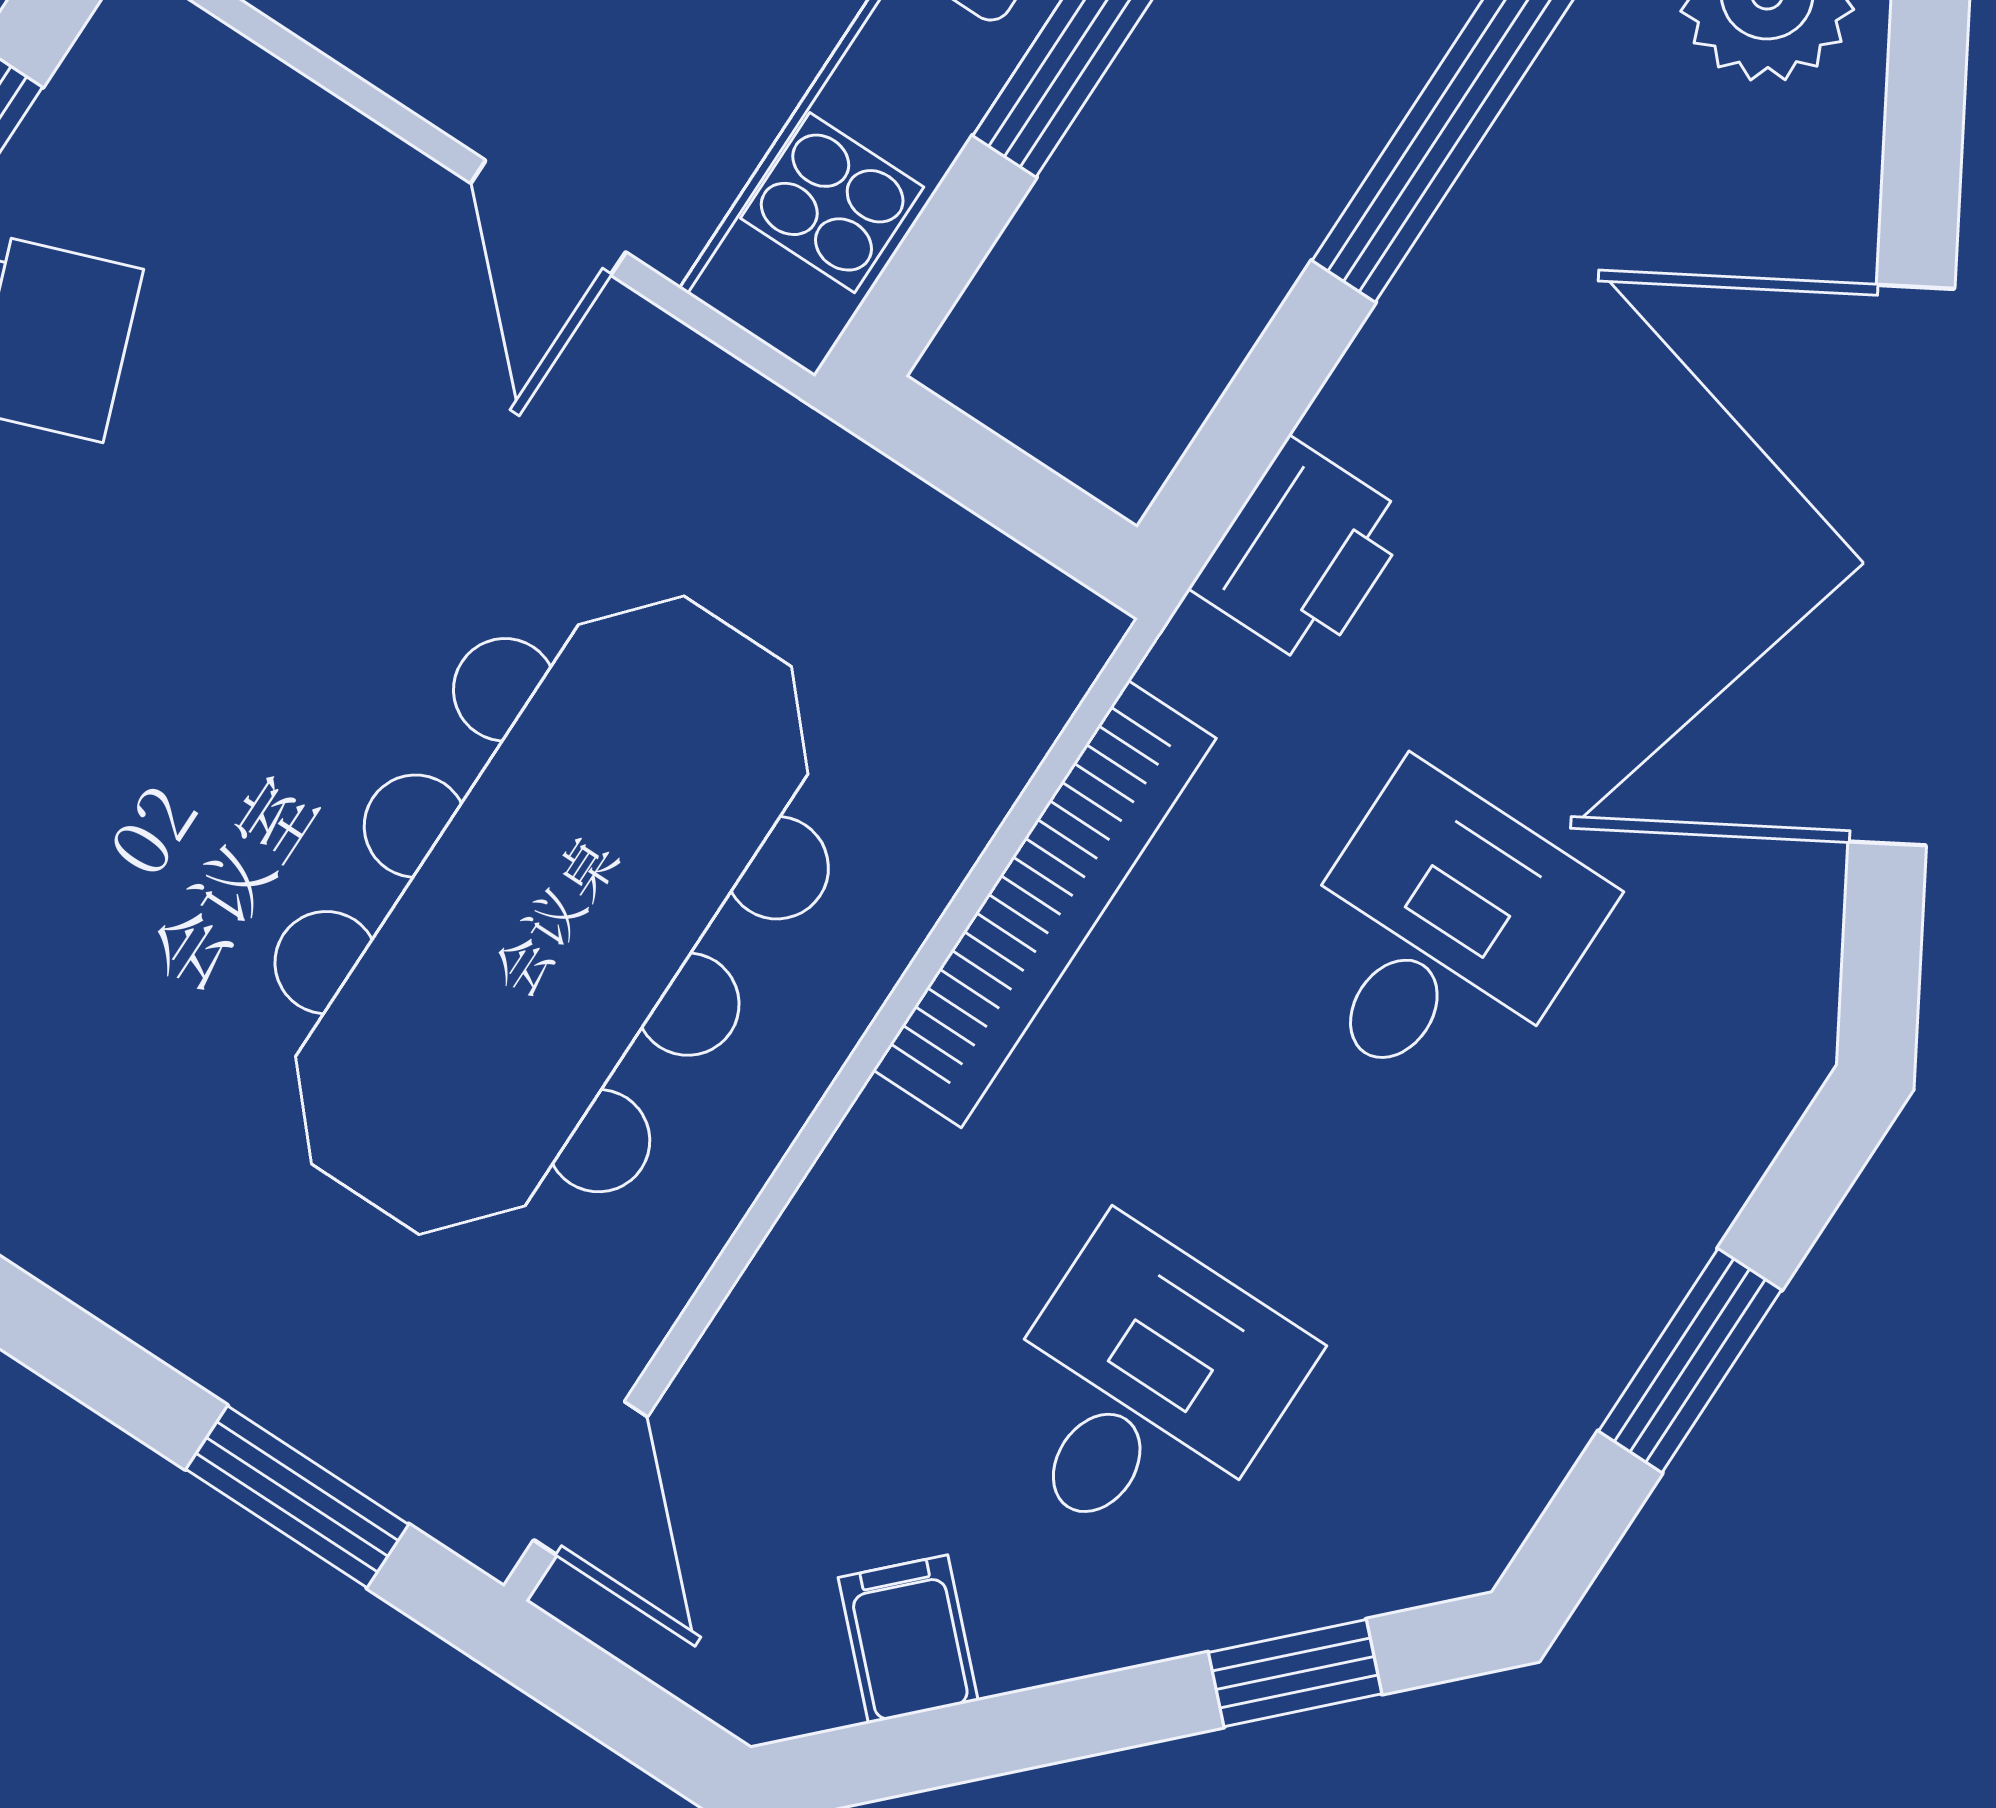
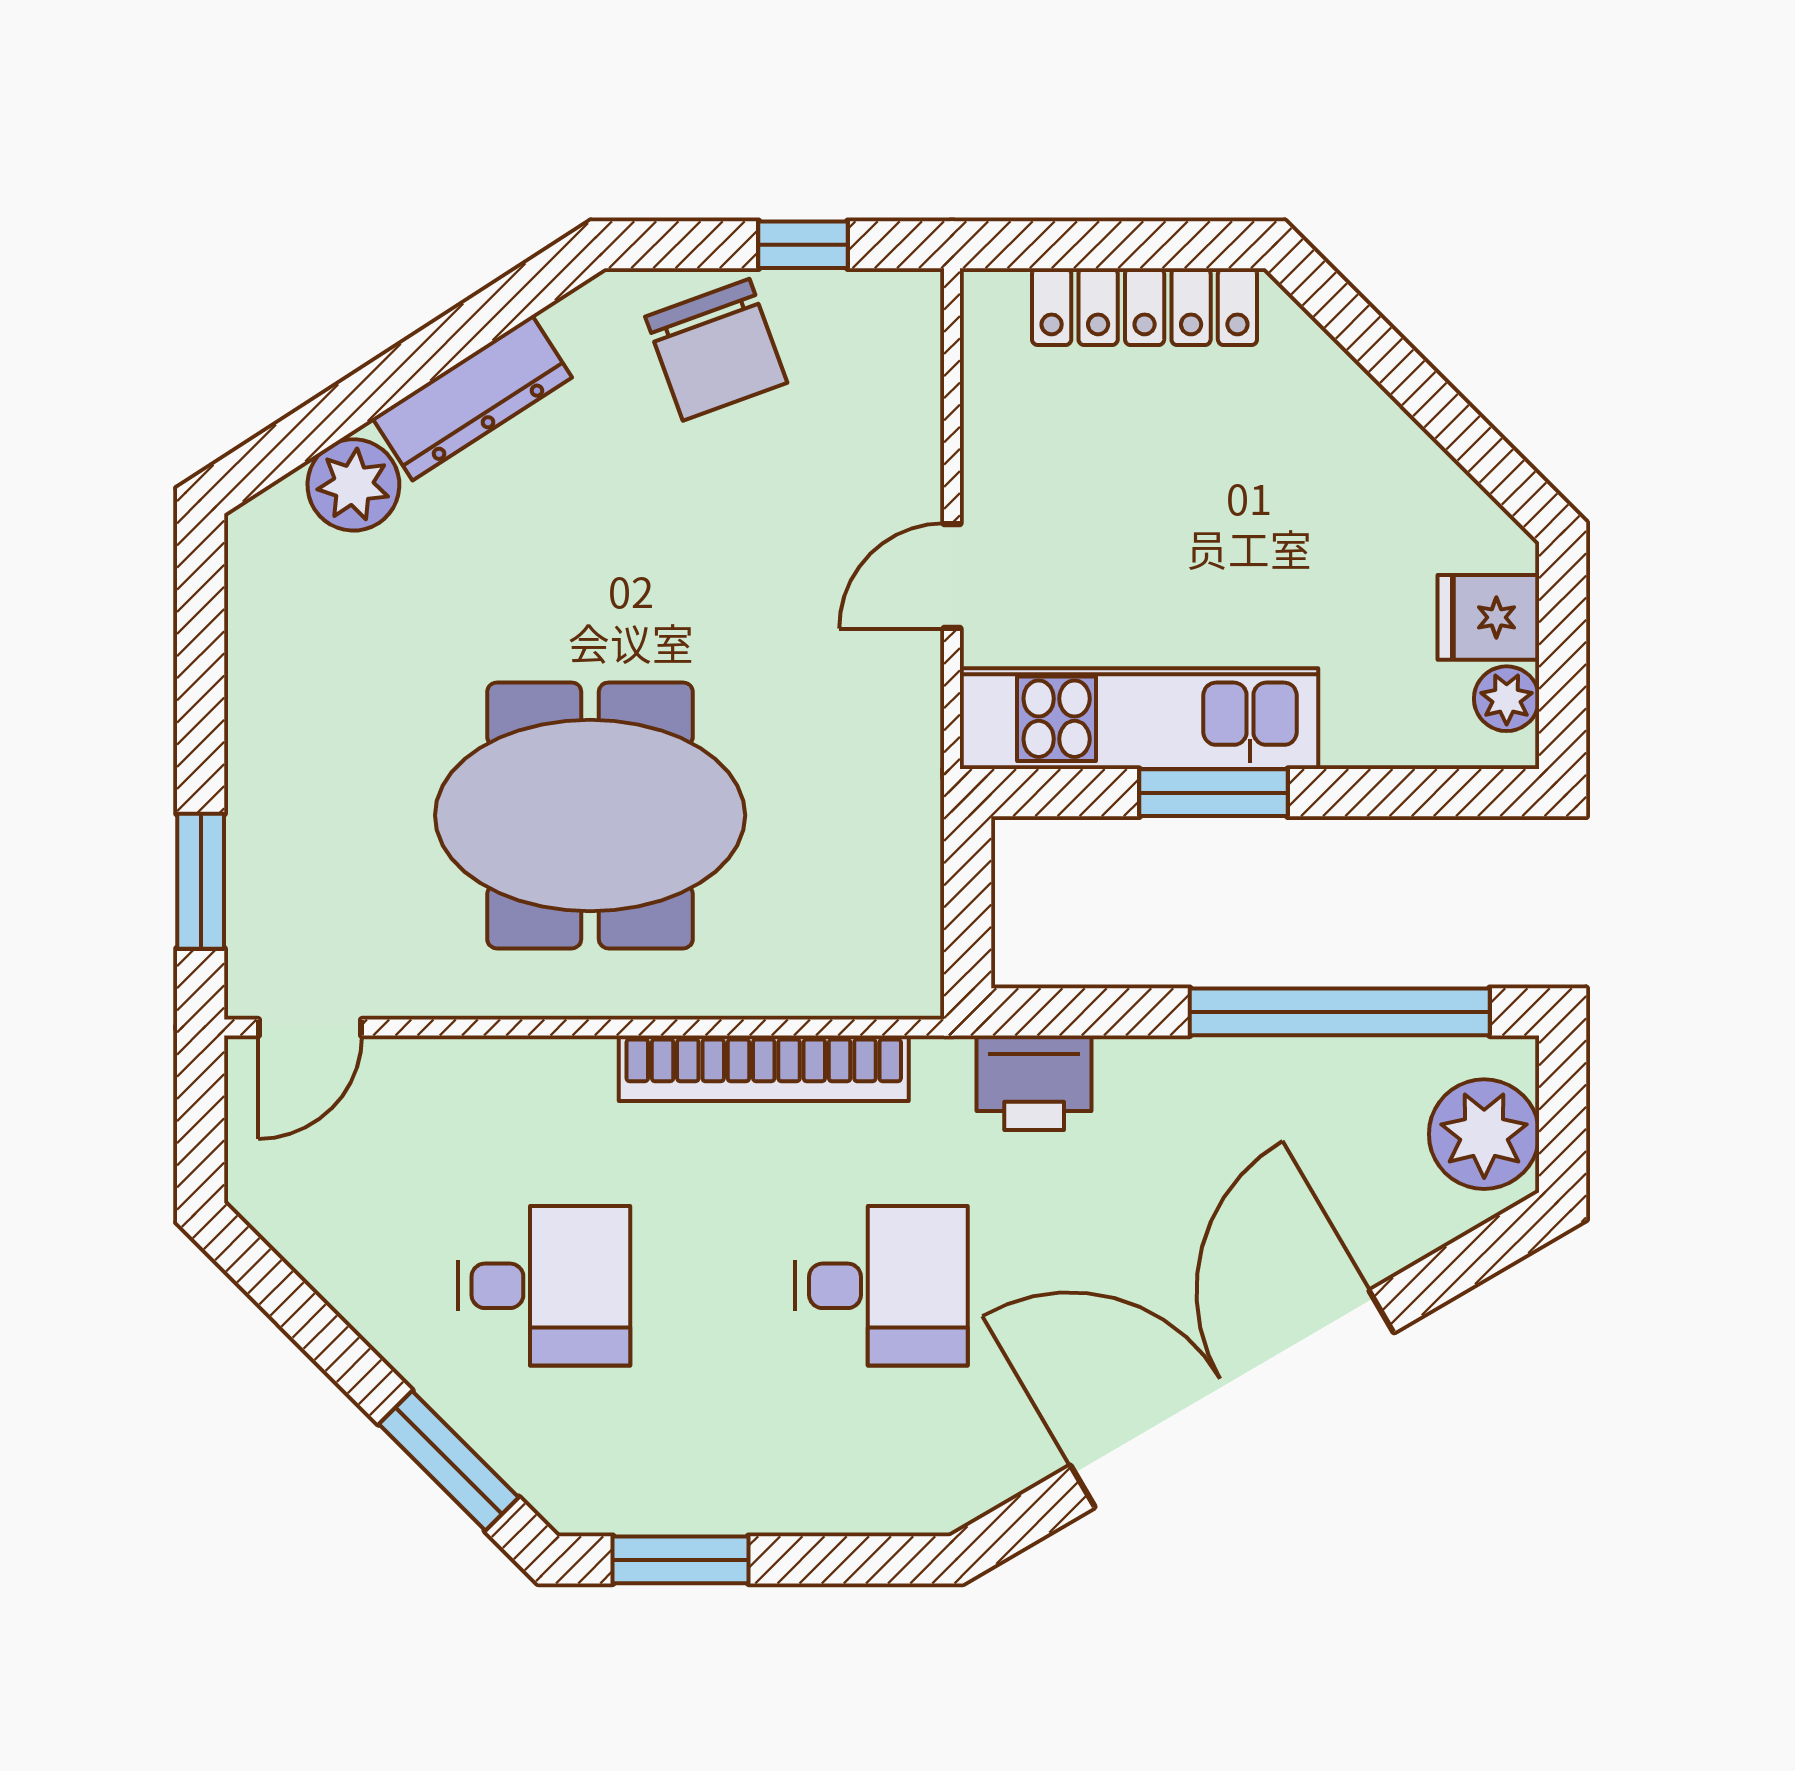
meeting table: (552, 915) -> (590, 815), width x0.73
window: (1690, 1361) -> (681, 1560), moved
filing cabinet: (908, 1639) -> (335, 1248), removed
window: (1295, 1673) -> (449, 1461), width x1.50

